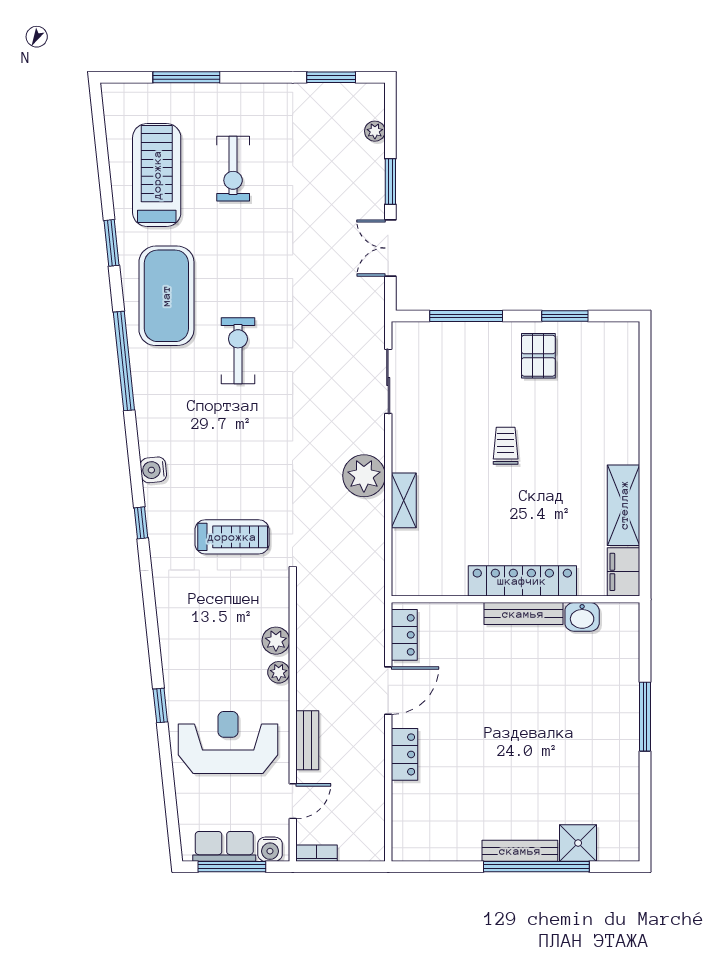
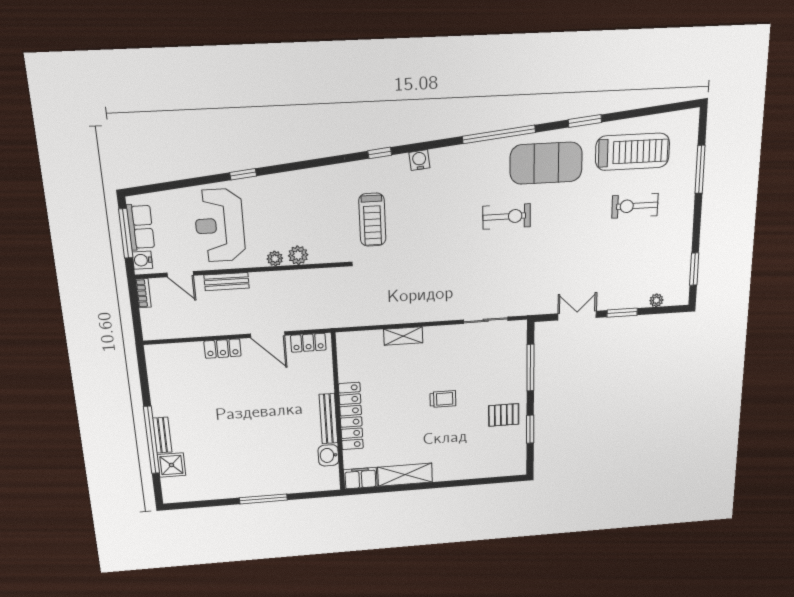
plant: (364, 476) -> (420, 308), removed
reception desk: (228, 742) -> (220, 225), turned 180
bench: (520, 851) -> (162, 435), width x0.73

